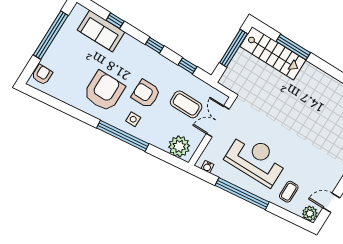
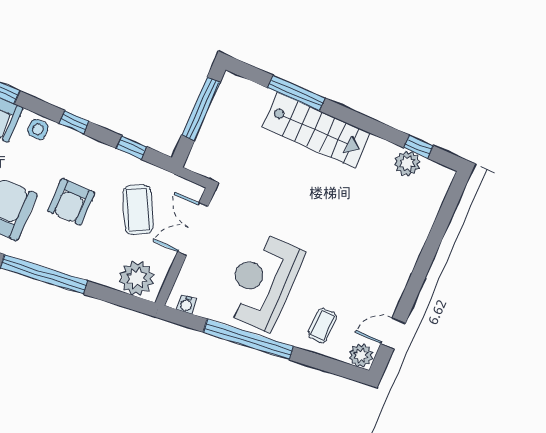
stairs: (273, 53) -> (316, 130), moved
armchair: (146, 94) -> (71, 202), turned -90
coffee table: (186, 104) -> (138, 210), turned 63
side table: (133, 119) -> (38, 129), moved
reception desk: (256, 159) -> (263, 281), turned -90

